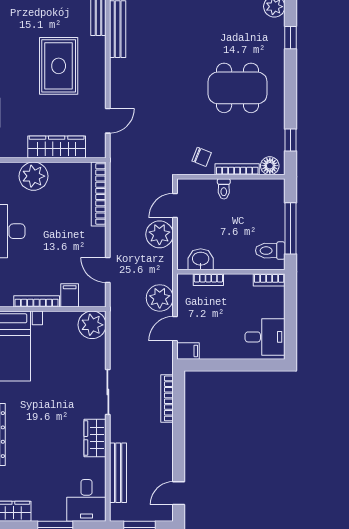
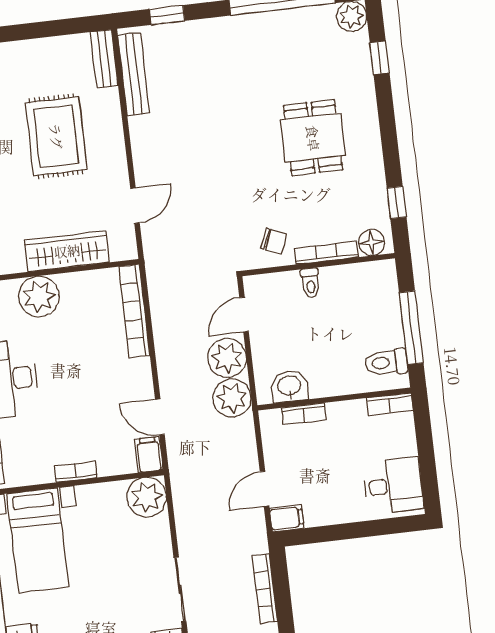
dining table: (238, 88) -> (313, 138), width x0.73
filing cabinet: (70, 295) -> (149, 455), moved
plant: (160, 298) -> (232, 398), moved
bookcase: (37, 301) -> (76, 472), width x0.64

